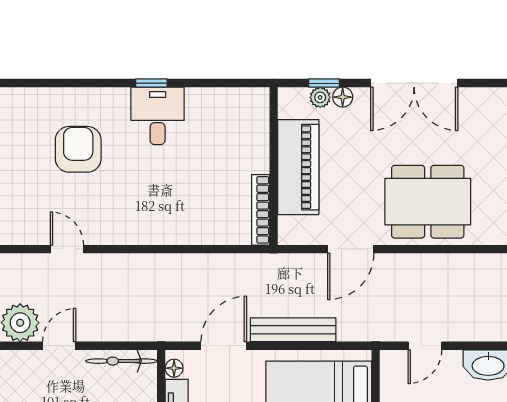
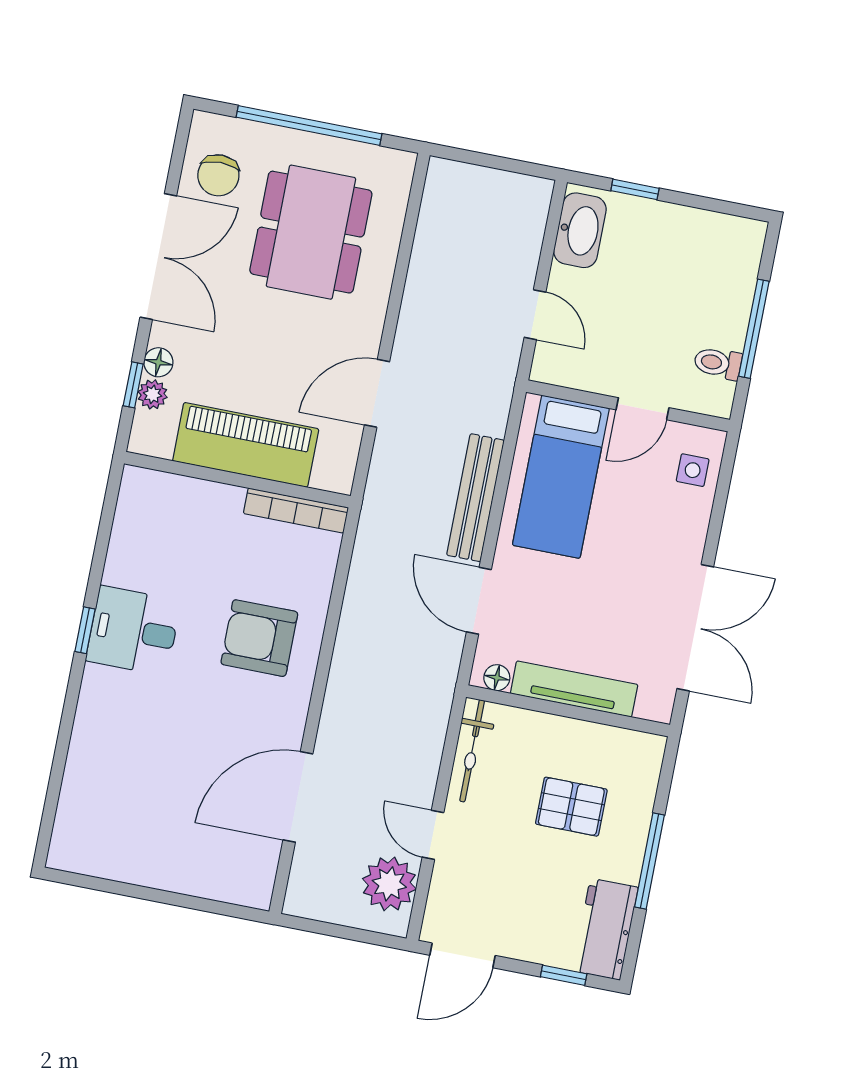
chair: (477, 113) -> (218, 175), added
armchair: (78, 149) -> (259, 638), moved
dining table: (428, 202) -> (311, 232), moved
door: (67, 249) -> (298, 797), width x1.87
door: (351, 249) -> (377, 393), swing flipped

